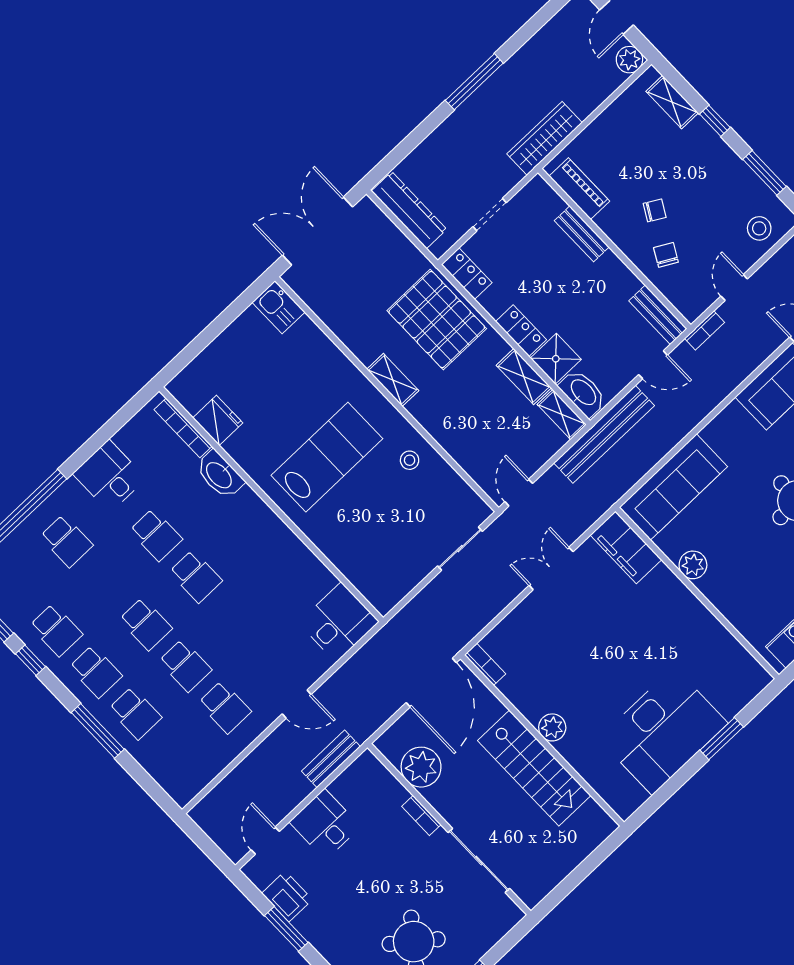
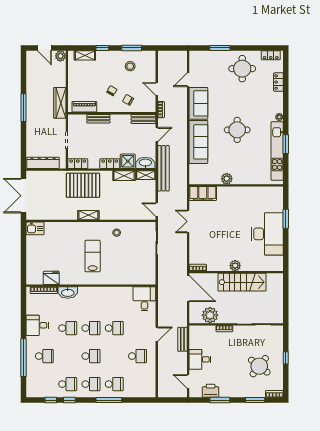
stool: (759, 228) -> (130, 66), moved
lab bench: (327, 457) -> (93, 256), width x0.73, depth x0.72
sofa: (673, 487) -> (198, 142), moved
school desk: (185, 666) -> (114, 328), moved

